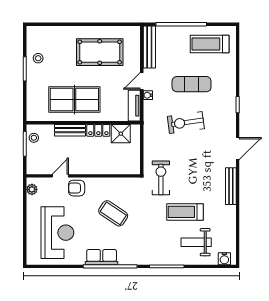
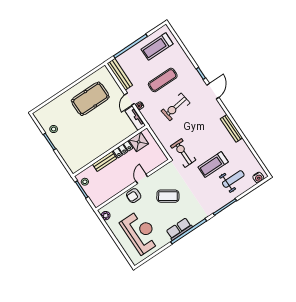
table tennis table: (74, 99) -> (94, 140), removed
door: (238, 149) -> (213, 91), moved
door: (60, 176) -> (142, 179), moved
weight bench: (196, 242) -> (233, 179), turned 180

